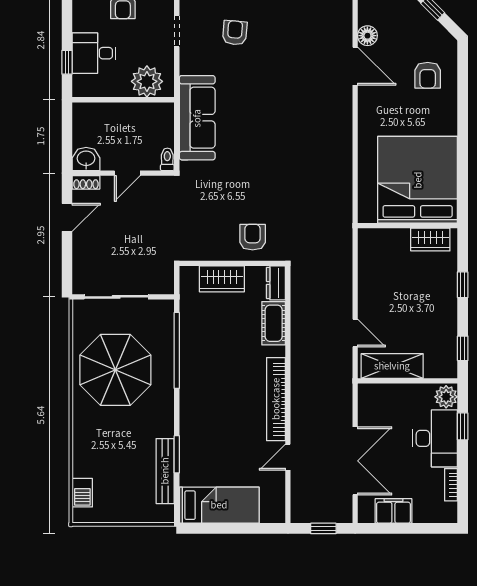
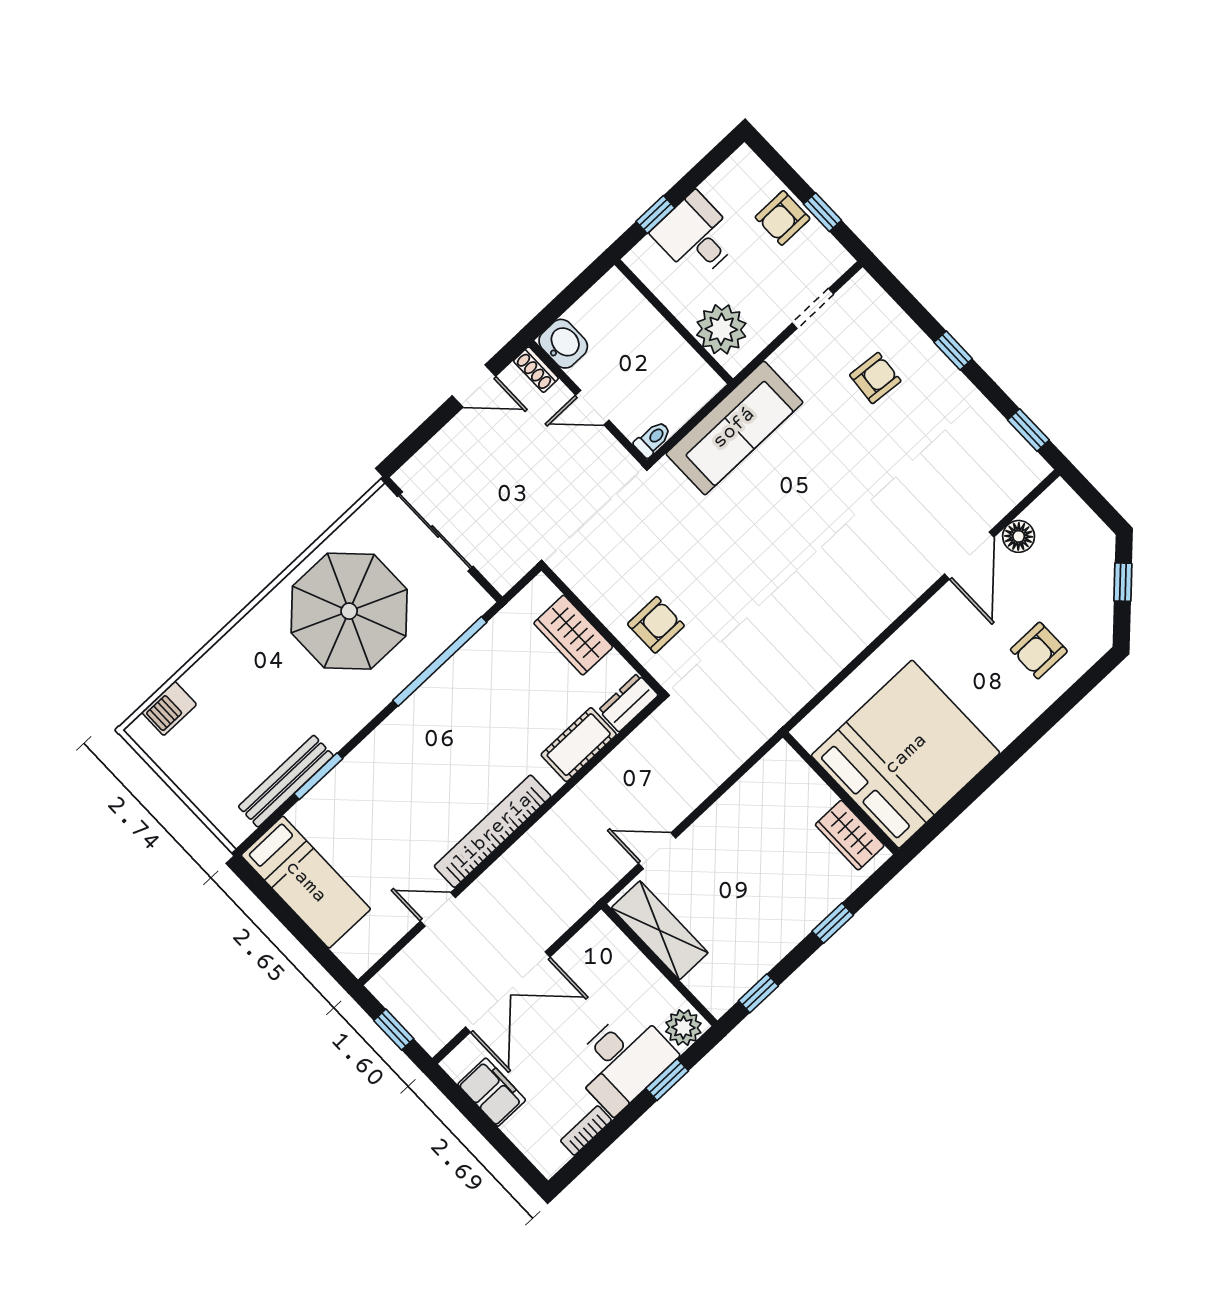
door: (355, 333) -> (657, 851), swing flipped

